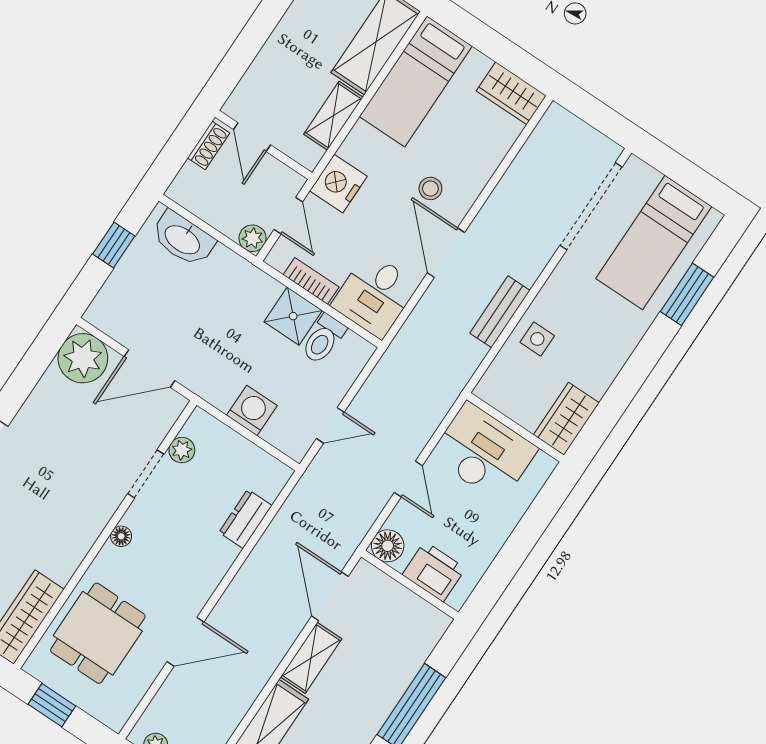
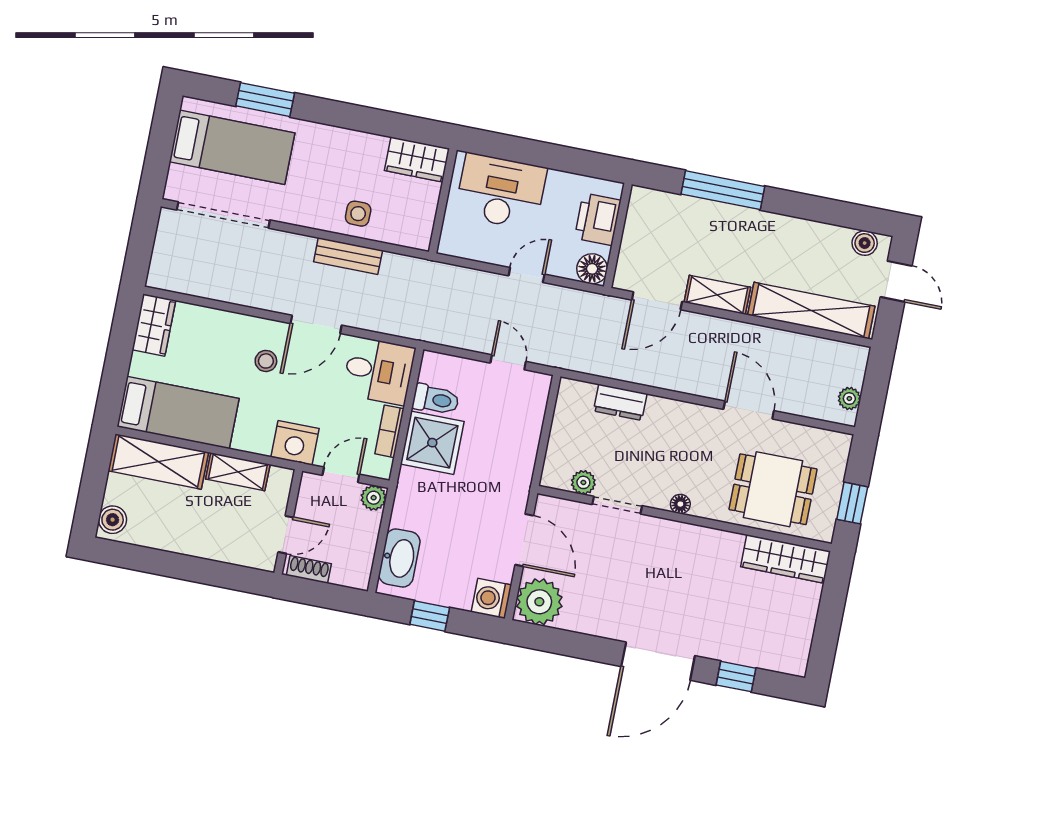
shower: (293, 316) -> (432, 443), width x1.36, depth x1.36
washing machine: (252, 410) -> (491, 598), moved
desk: (484, 452) -> (501, 192), moved, turned 90

